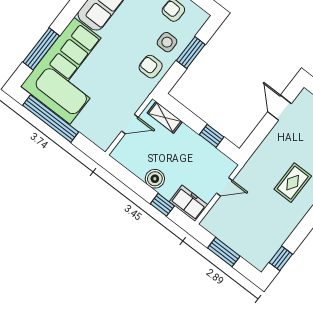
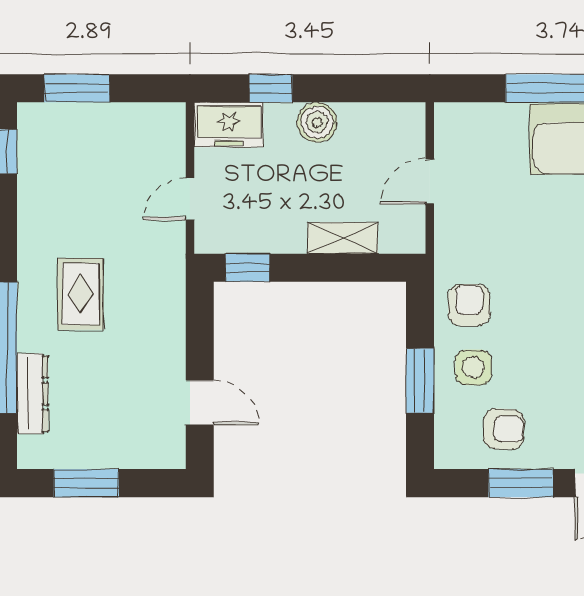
armchair: (151, 67) -> (469, 305), turned -90
shelving: (165, 117) -> (343, 238), moved
window: (212, 136) -> (247, 268), moved
window: (224, 252) -> (77, 88), moved

